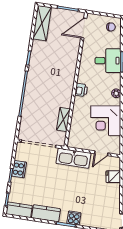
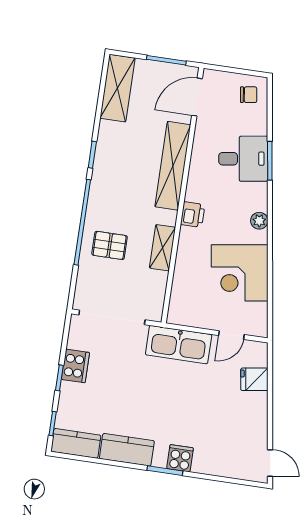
shelving: (71, 64) -> (173, 166), added
pallet: (37, 106) -> (110, 245), added
shelving: (63, 119) -> (163, 248), moved

